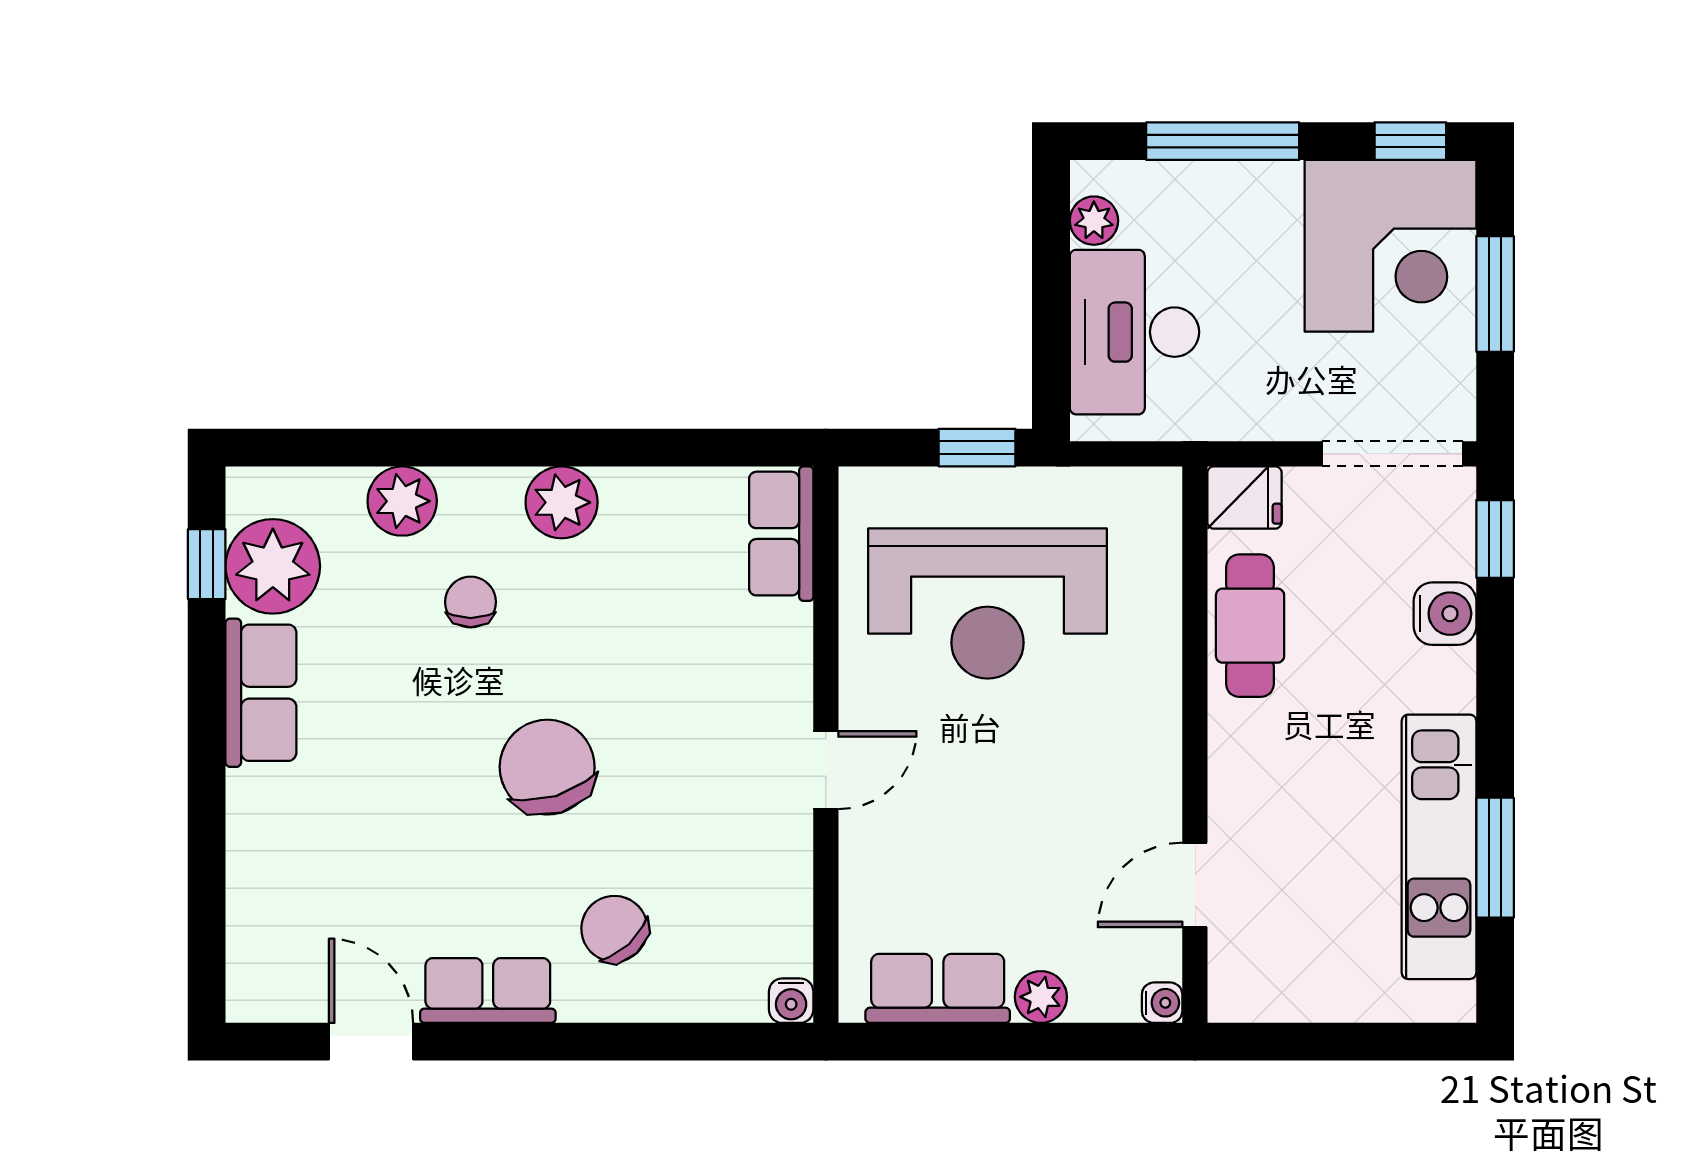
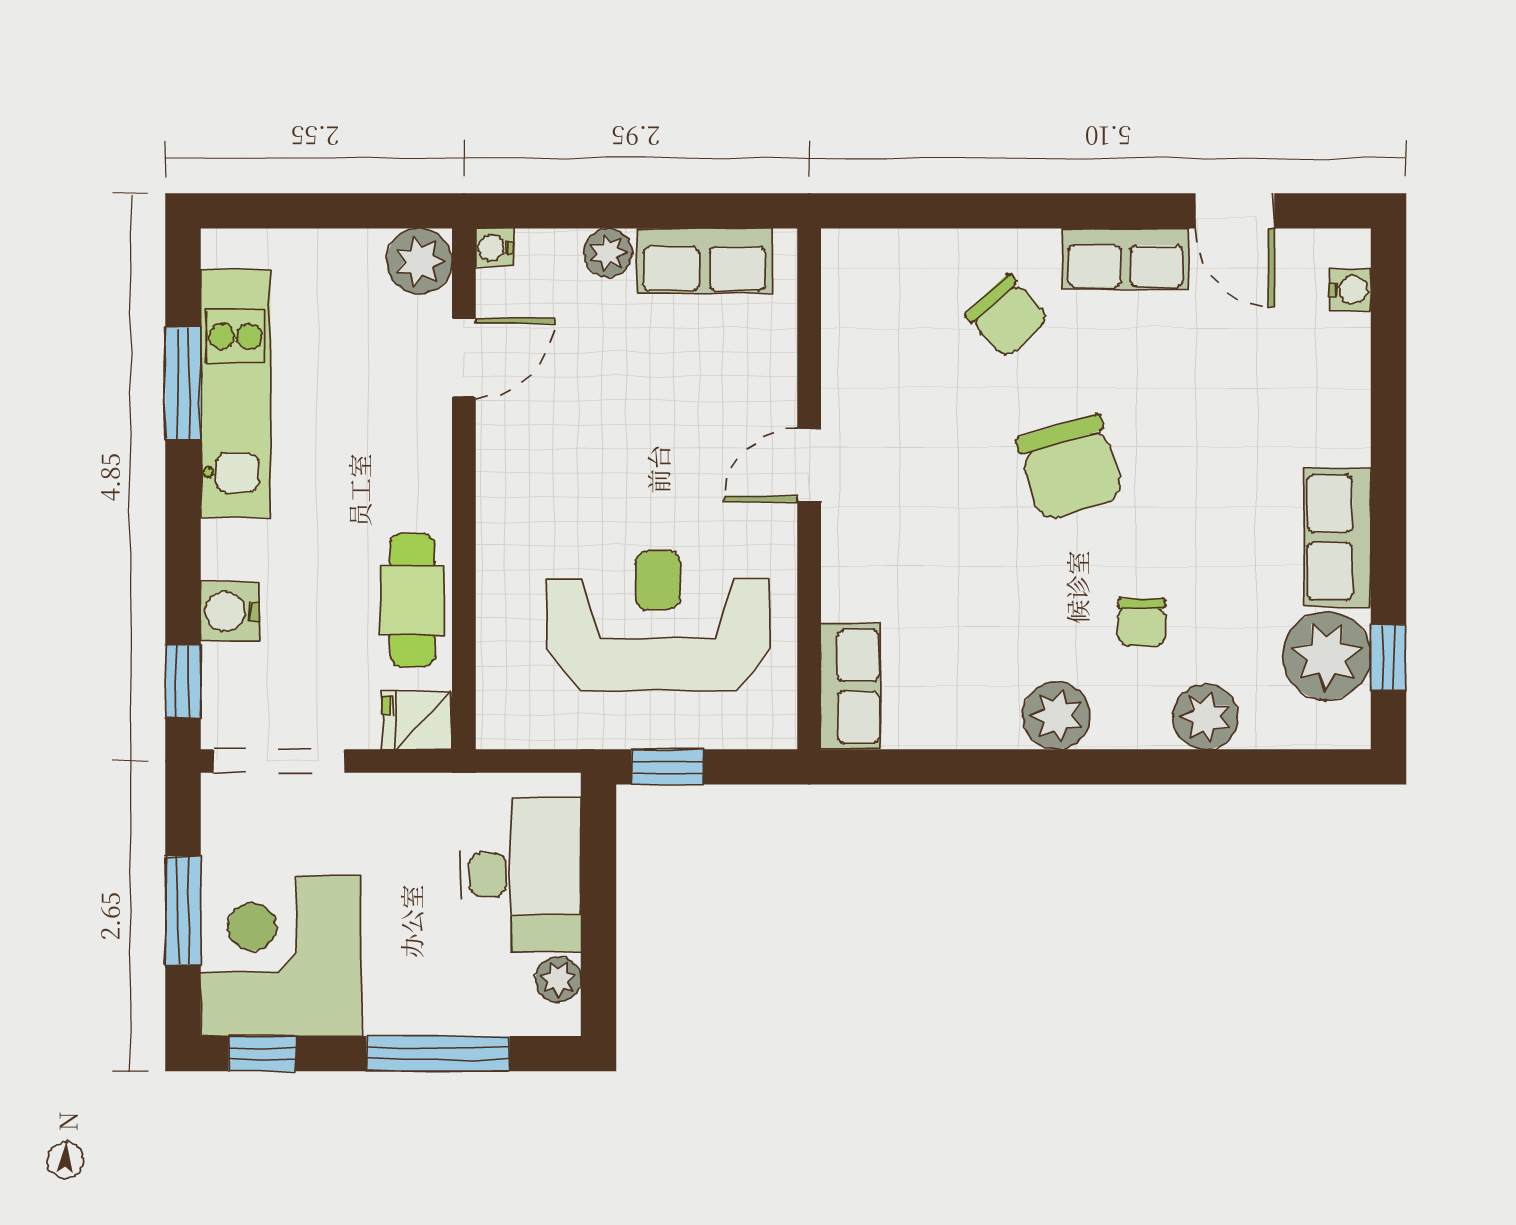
plant: (1242, 988) -> (419, 261), added
water cooler: (791, 1001) -> (1350, 290), moved, turned 90

